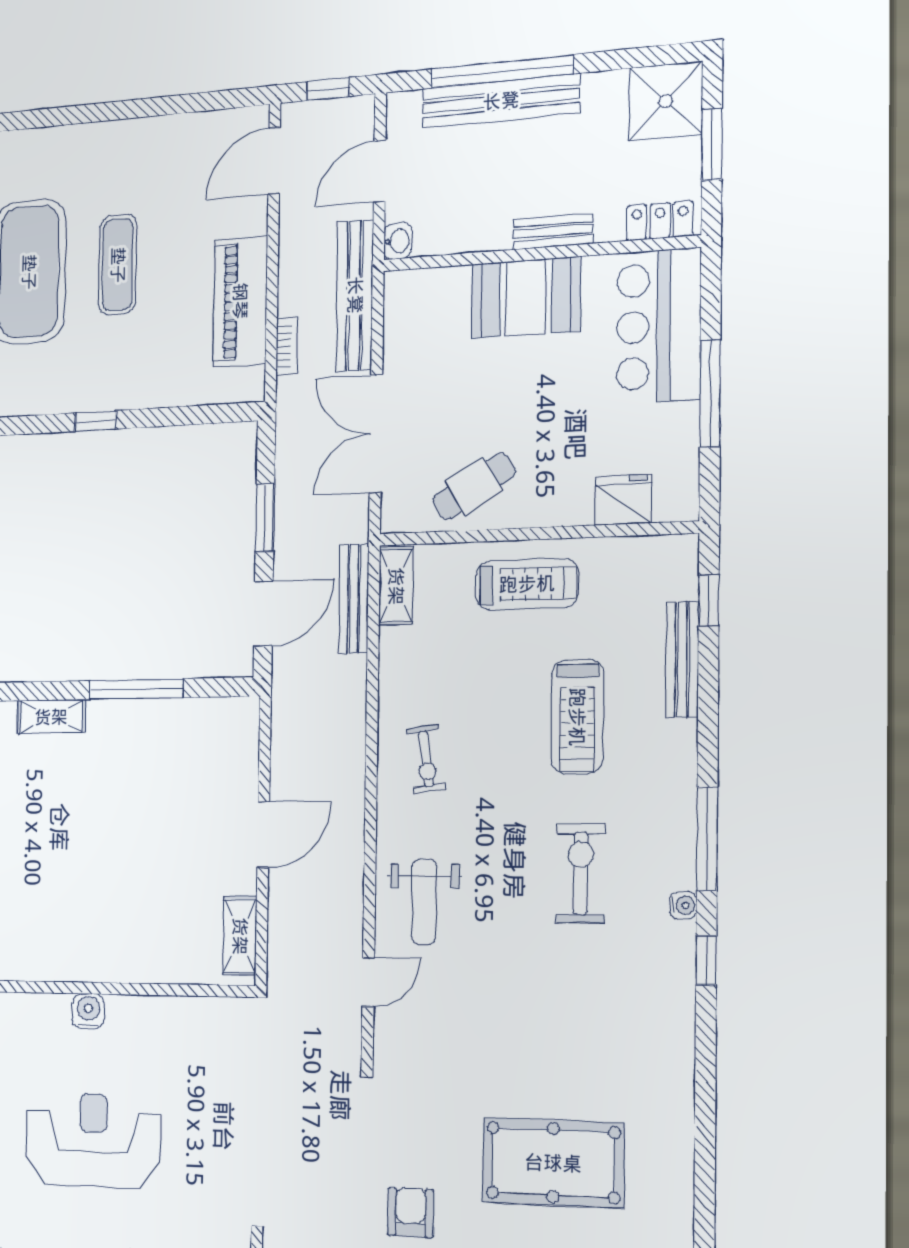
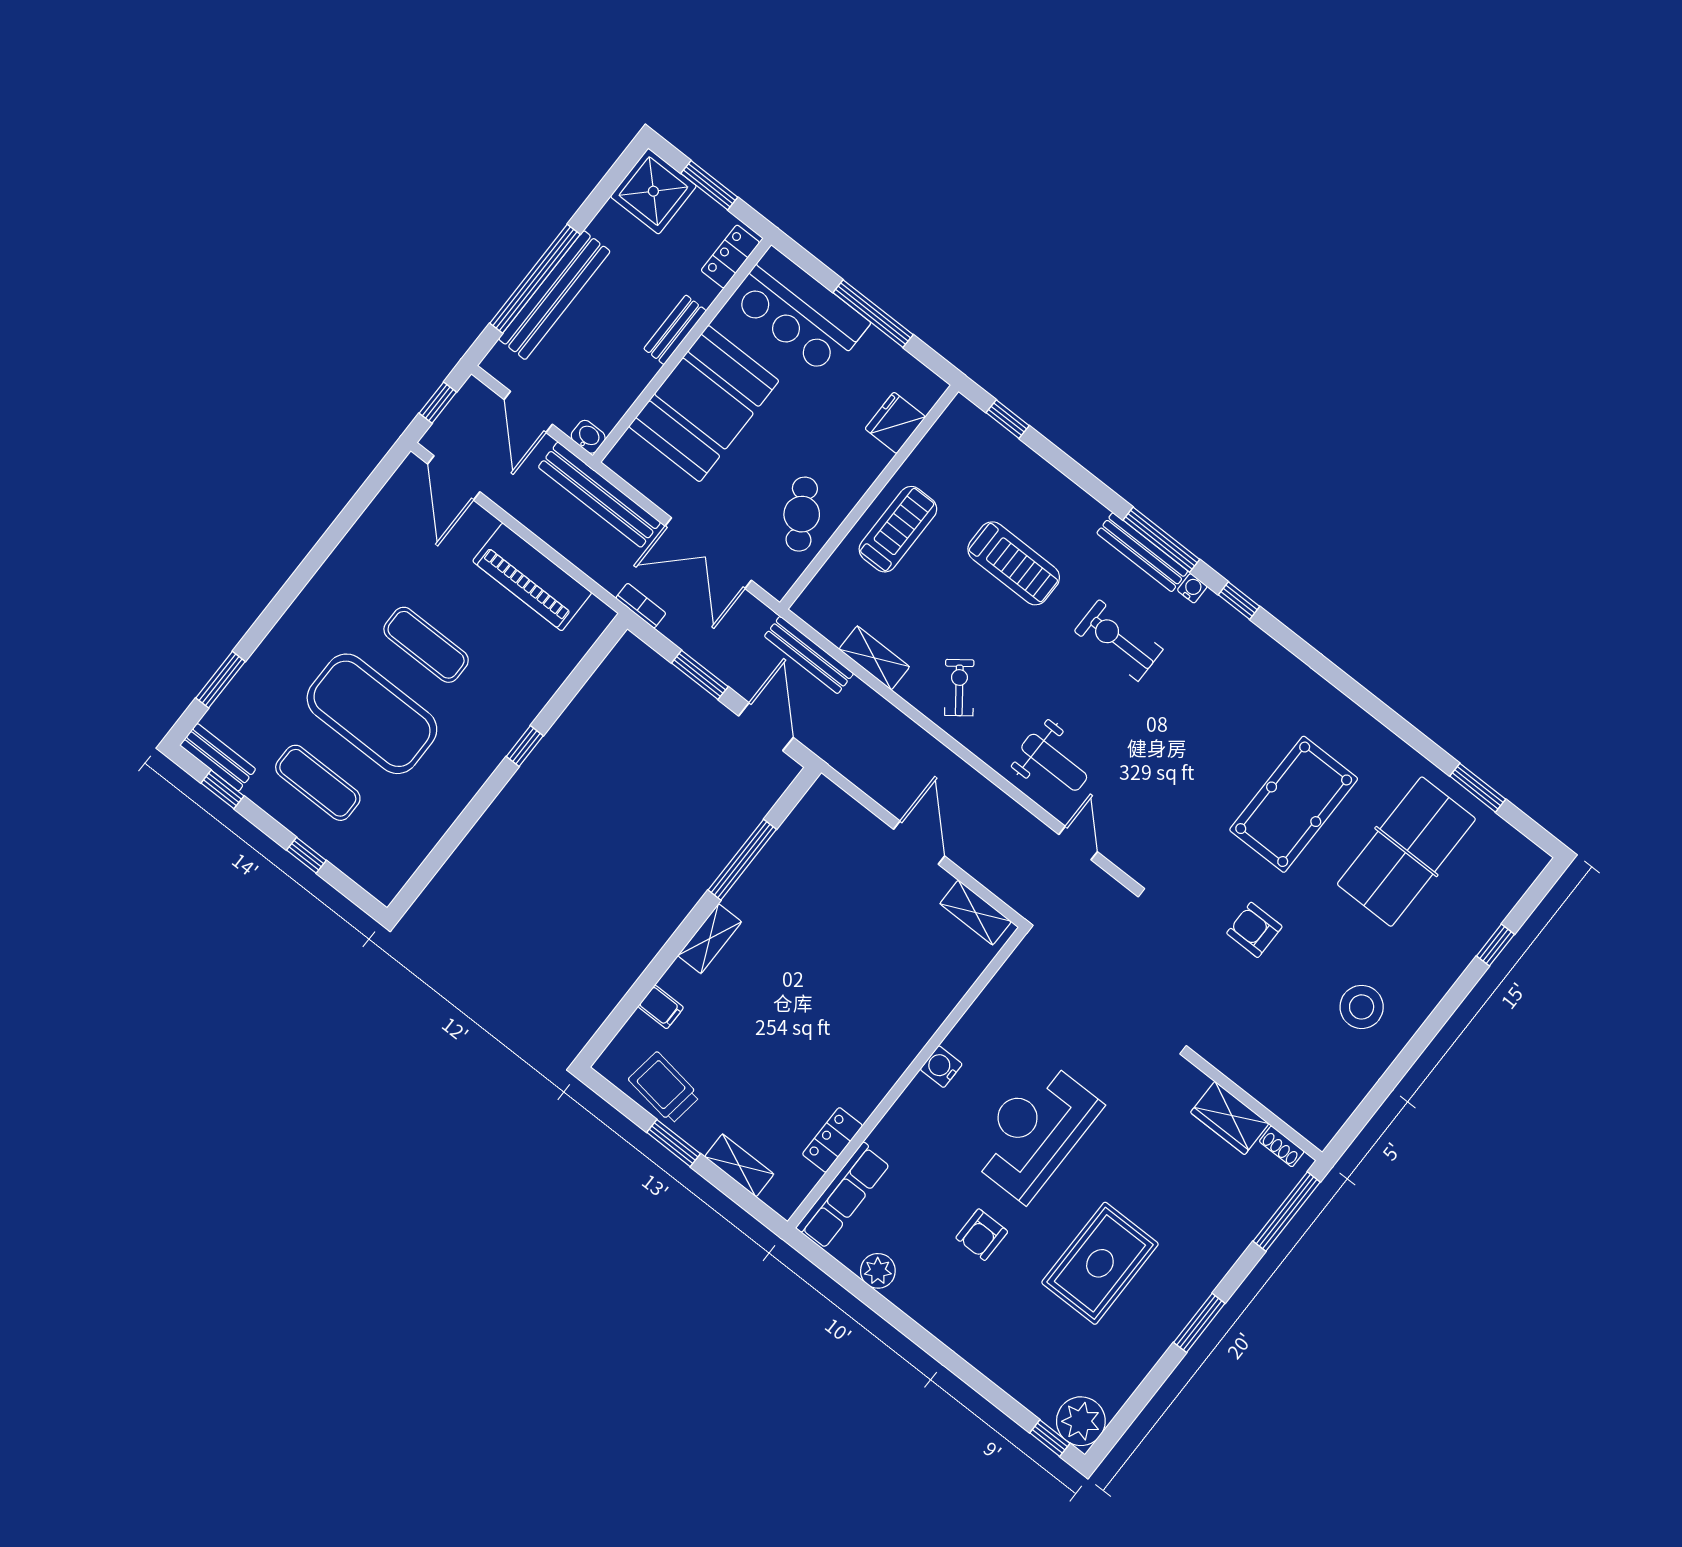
booth: (526, 297) -> (704, 404), width x1.36, depth x1.42
bookcase: (287, 346) -> (641, 606), moved
shelving: (396, 586) -> (874, 658), moved
bench: (682, 660) -> (1142, 552), moved
exercise bike: (426, 759) -> (959, 688), turned -119

